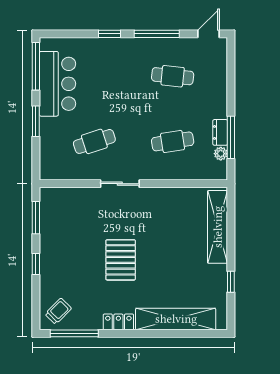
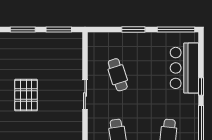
bar counter: (57, 84) -> (184, 68), moved, turned 90
pallet: (121, 260) -> (26, 95), turned 90
window: (36, 264) -> (23, 30), width x1.50

